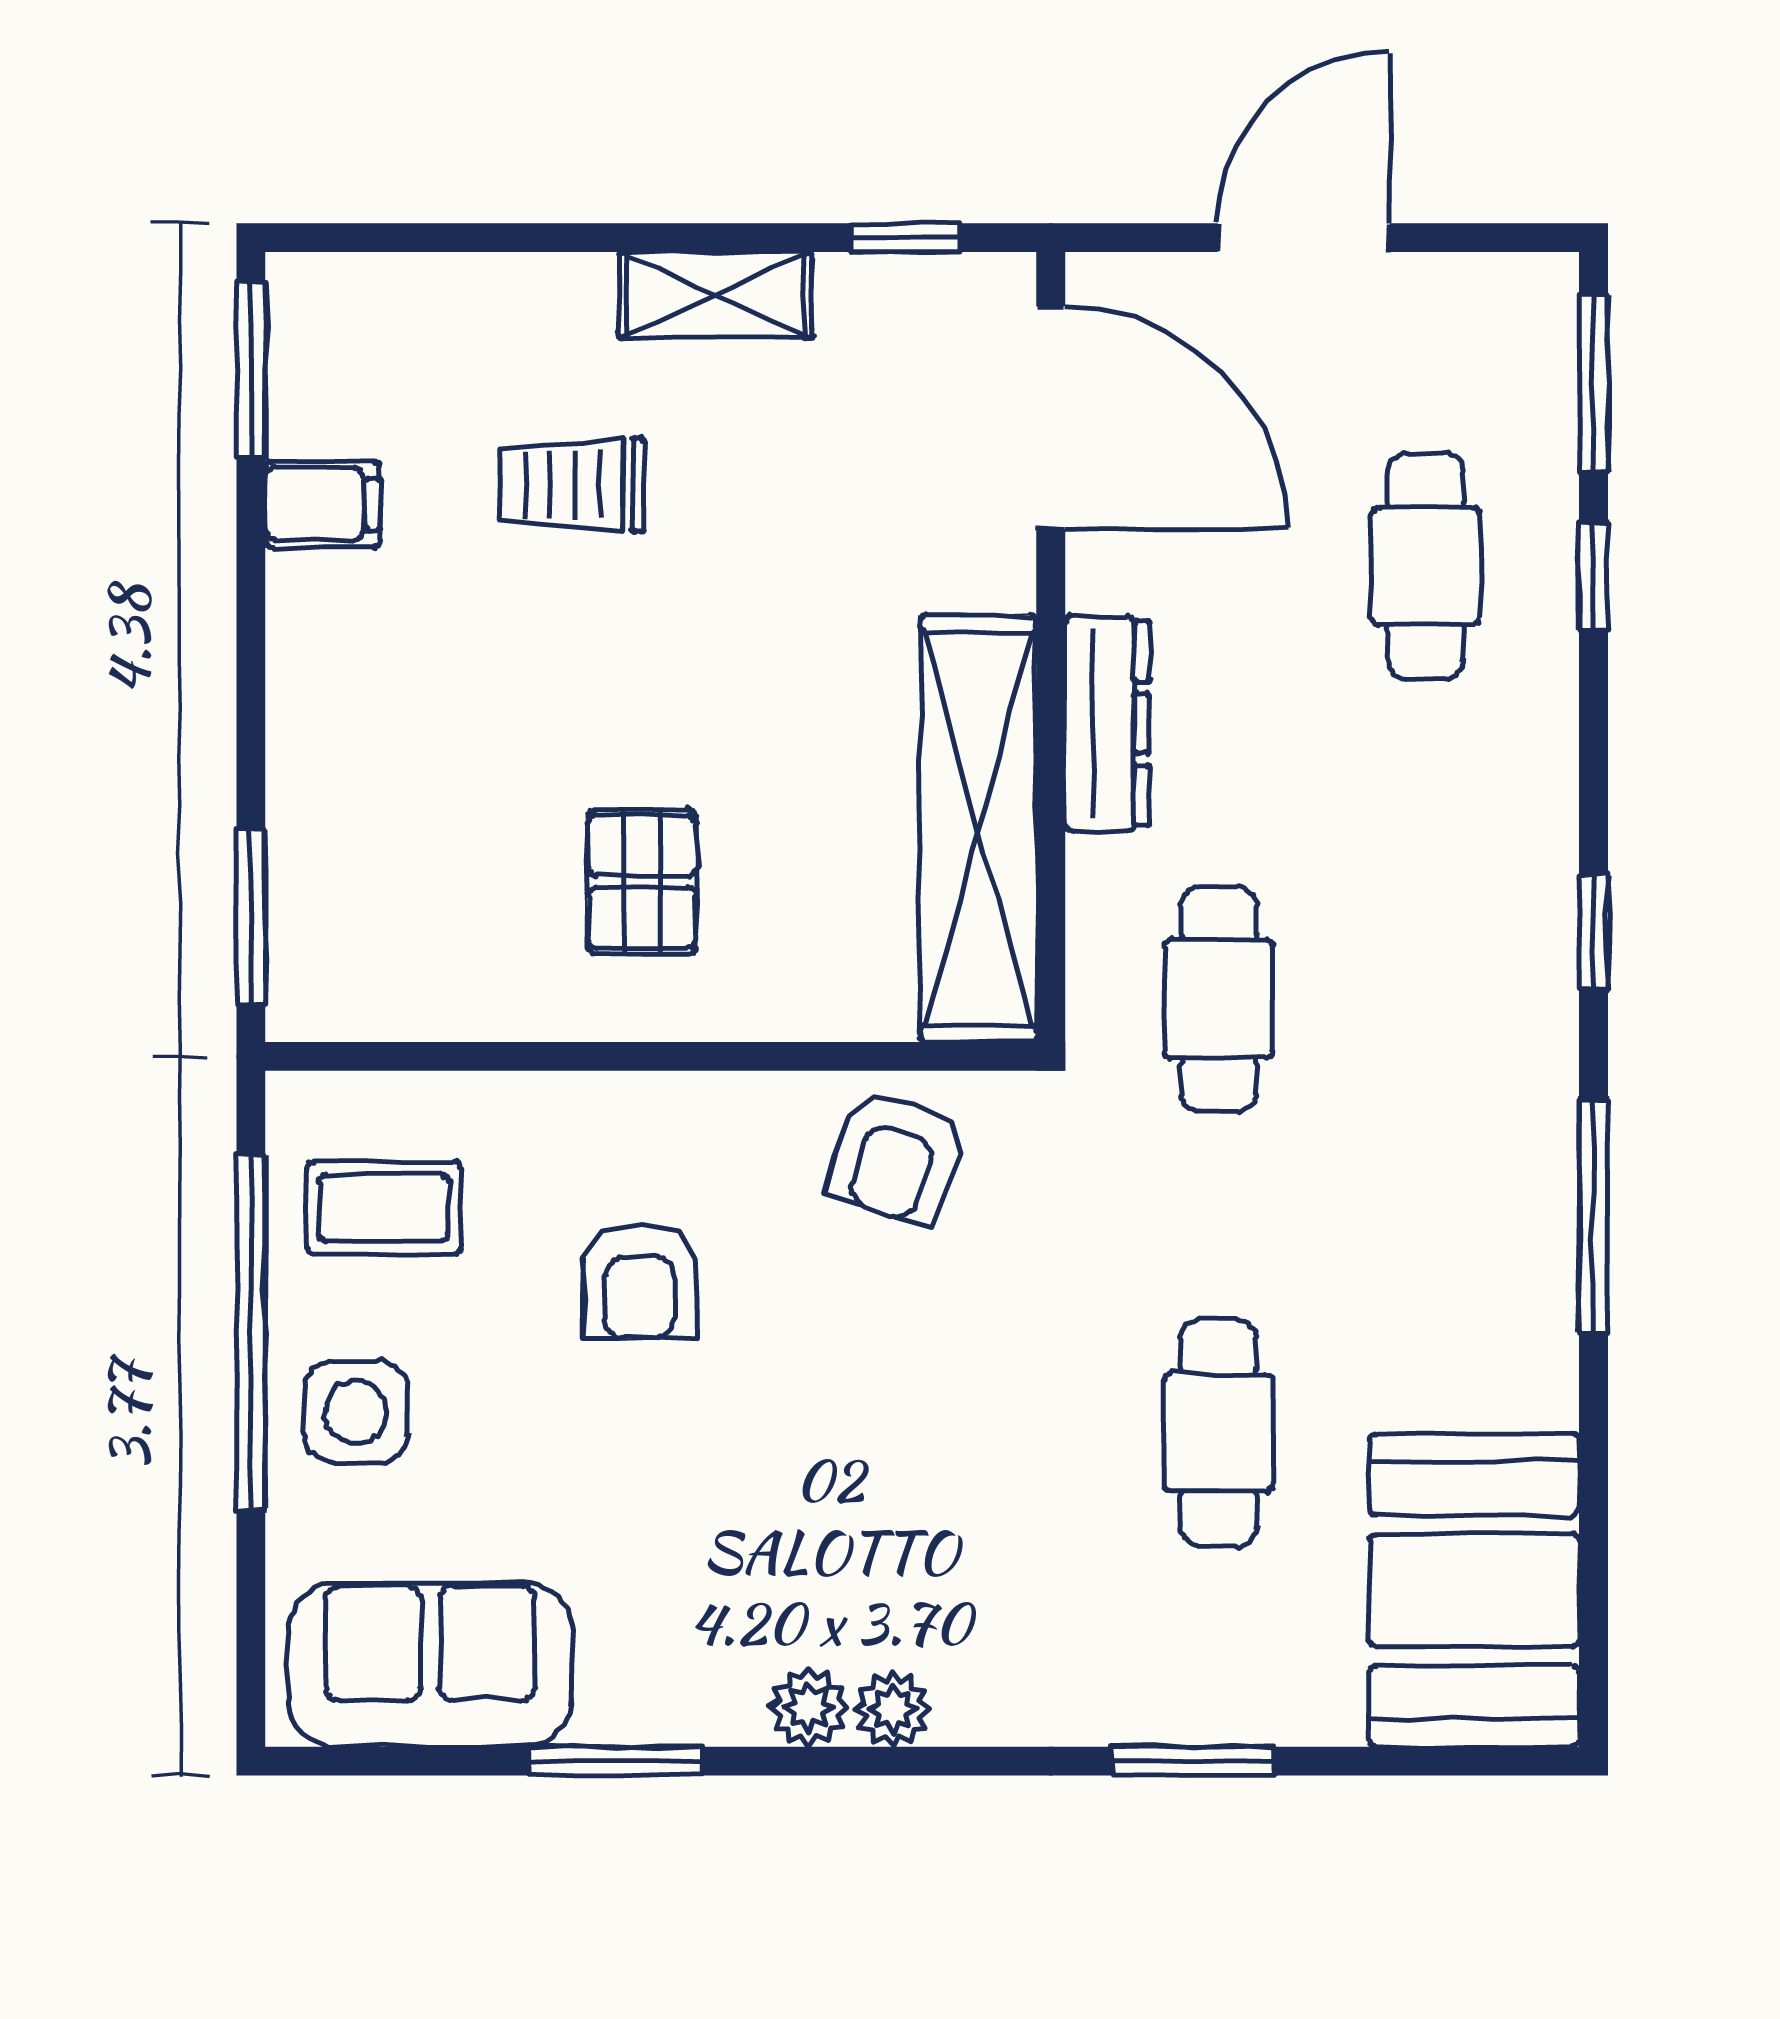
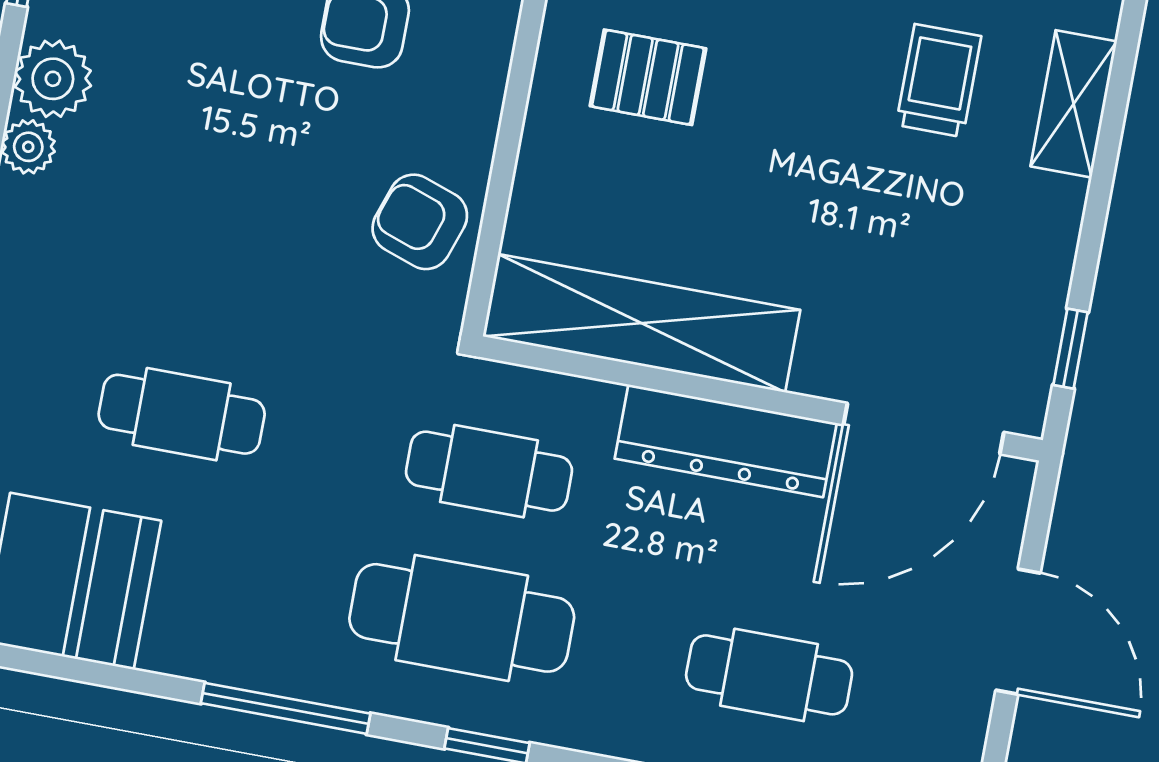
shelving: (715, 295) -> (1074, 104), moved
dresser: (1107, 724) -> (726, 441), width x1.37, depth x1.24
cafe table: (1426, 999) -> (462, 618), added
plant: (809, 1708) -> (53, 79), width x1.38, depth x1.38

